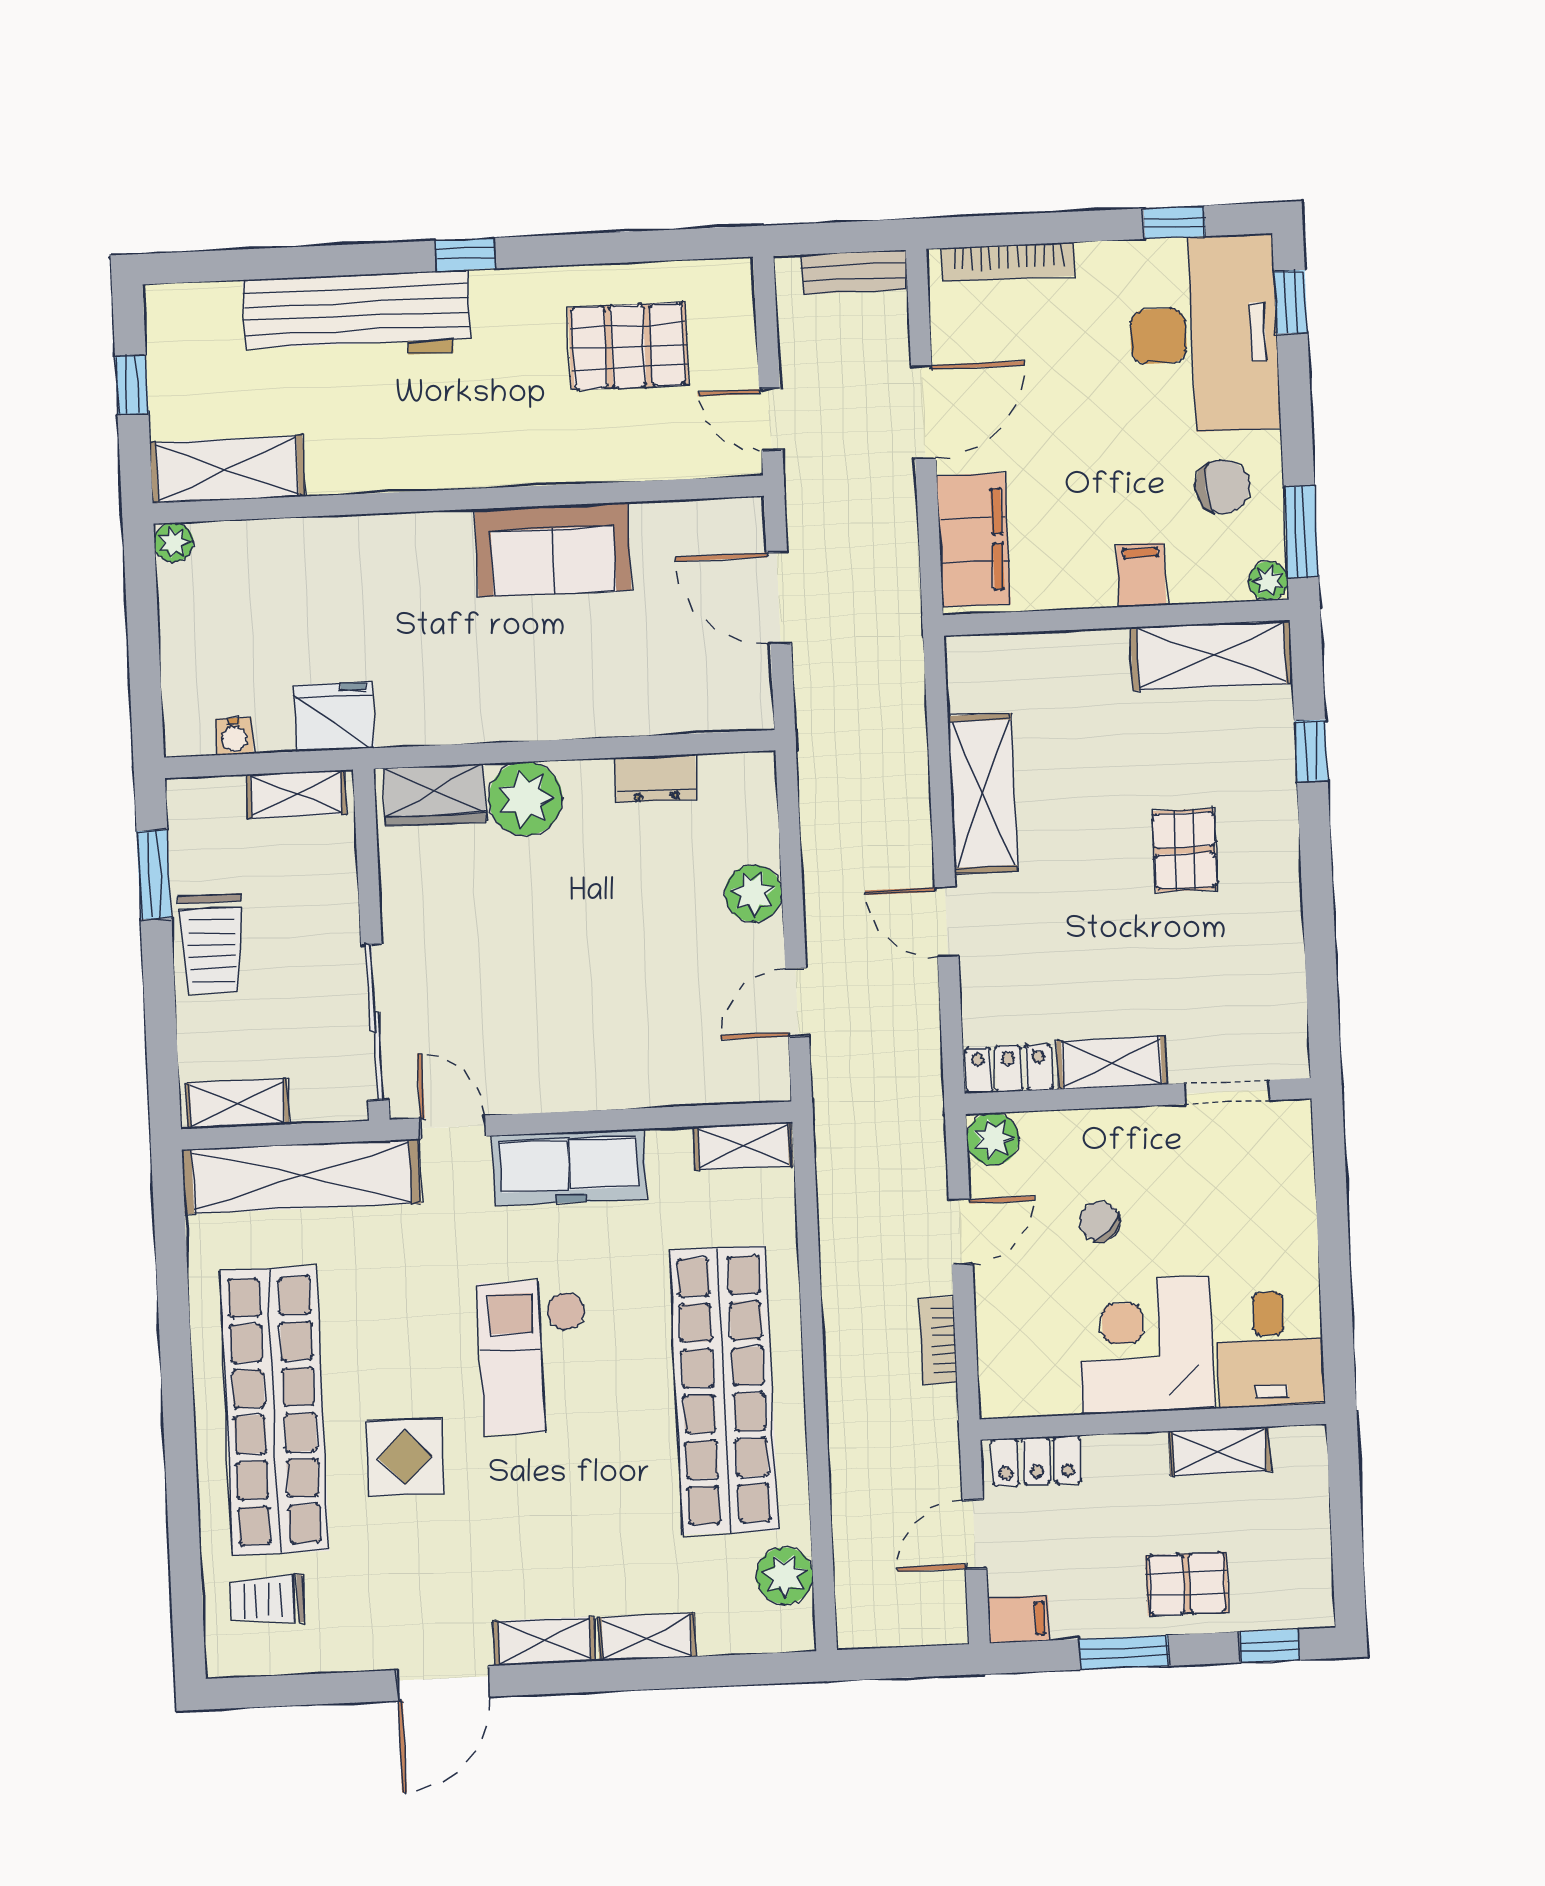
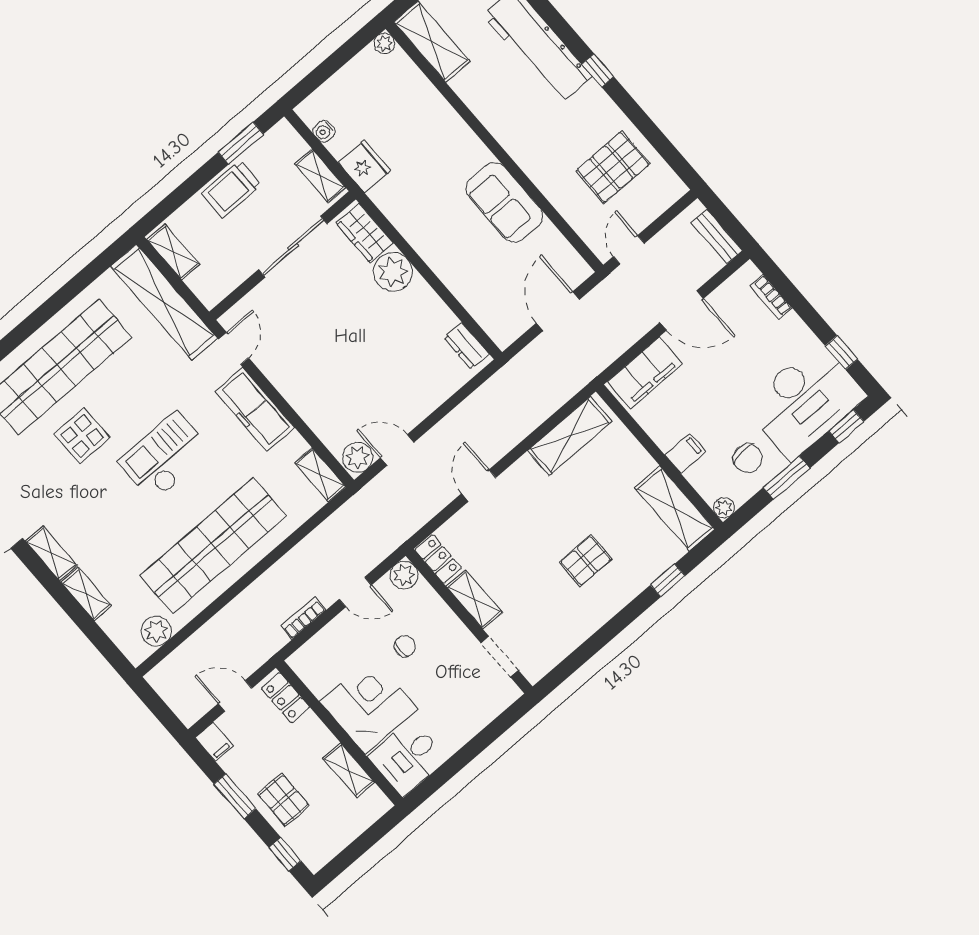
bookcase: (1008, 262) -> (771, 297), width x0.64
pallet: (628, 346) -> (613, 167), turned 90
window: (1301, 532) -> (787, 478), moved
dresser: (656, 778) -> (467, 346), moved
shelving: (983, 794) -> (570, 436), moved
plant: (753, 893) -> (357, 457), moved
sliding door: (375, 1022) -> (293, 247), moved
chair: (1100, 1221) -> (405, 646), turned 49

